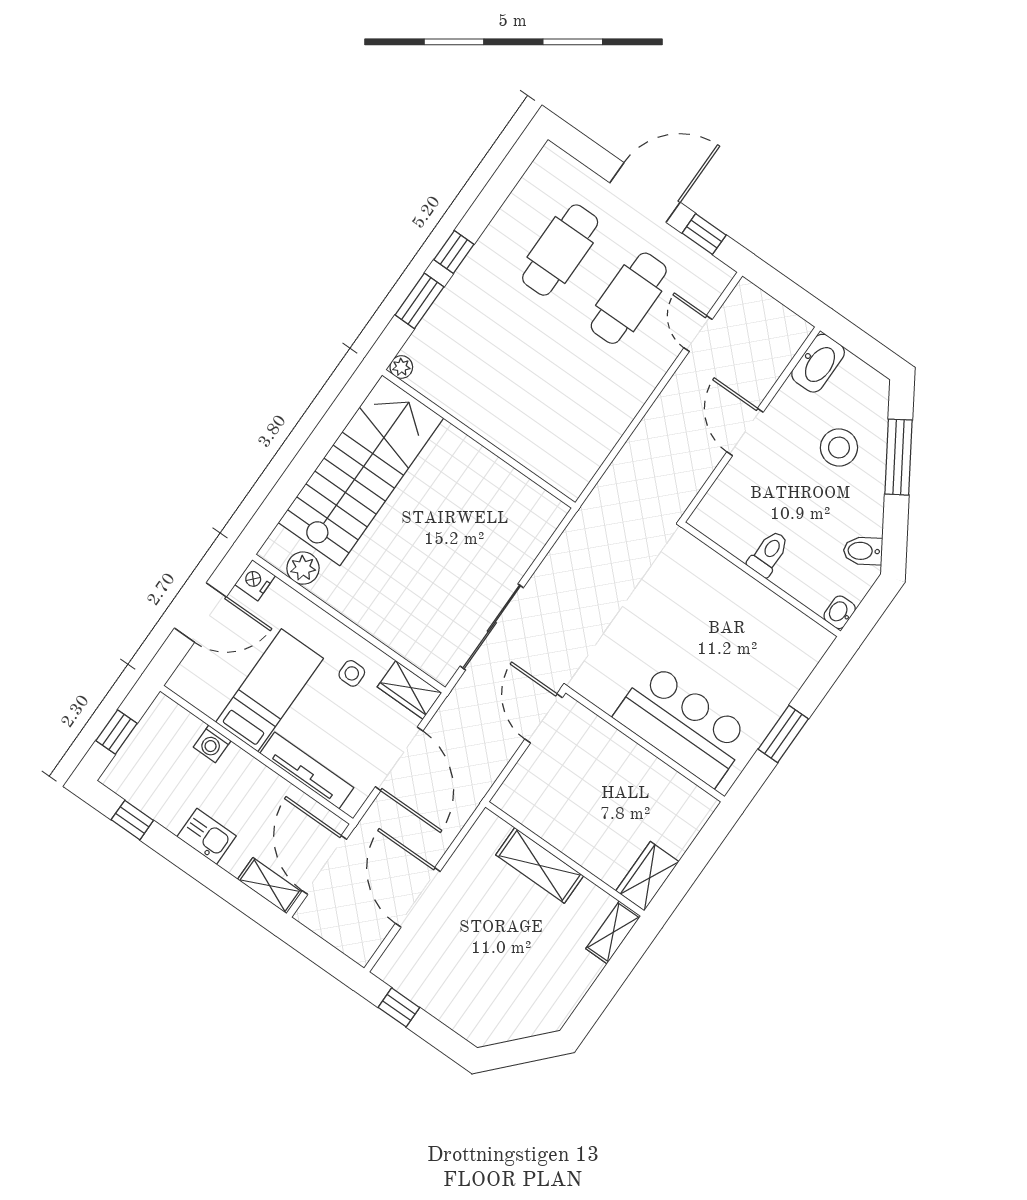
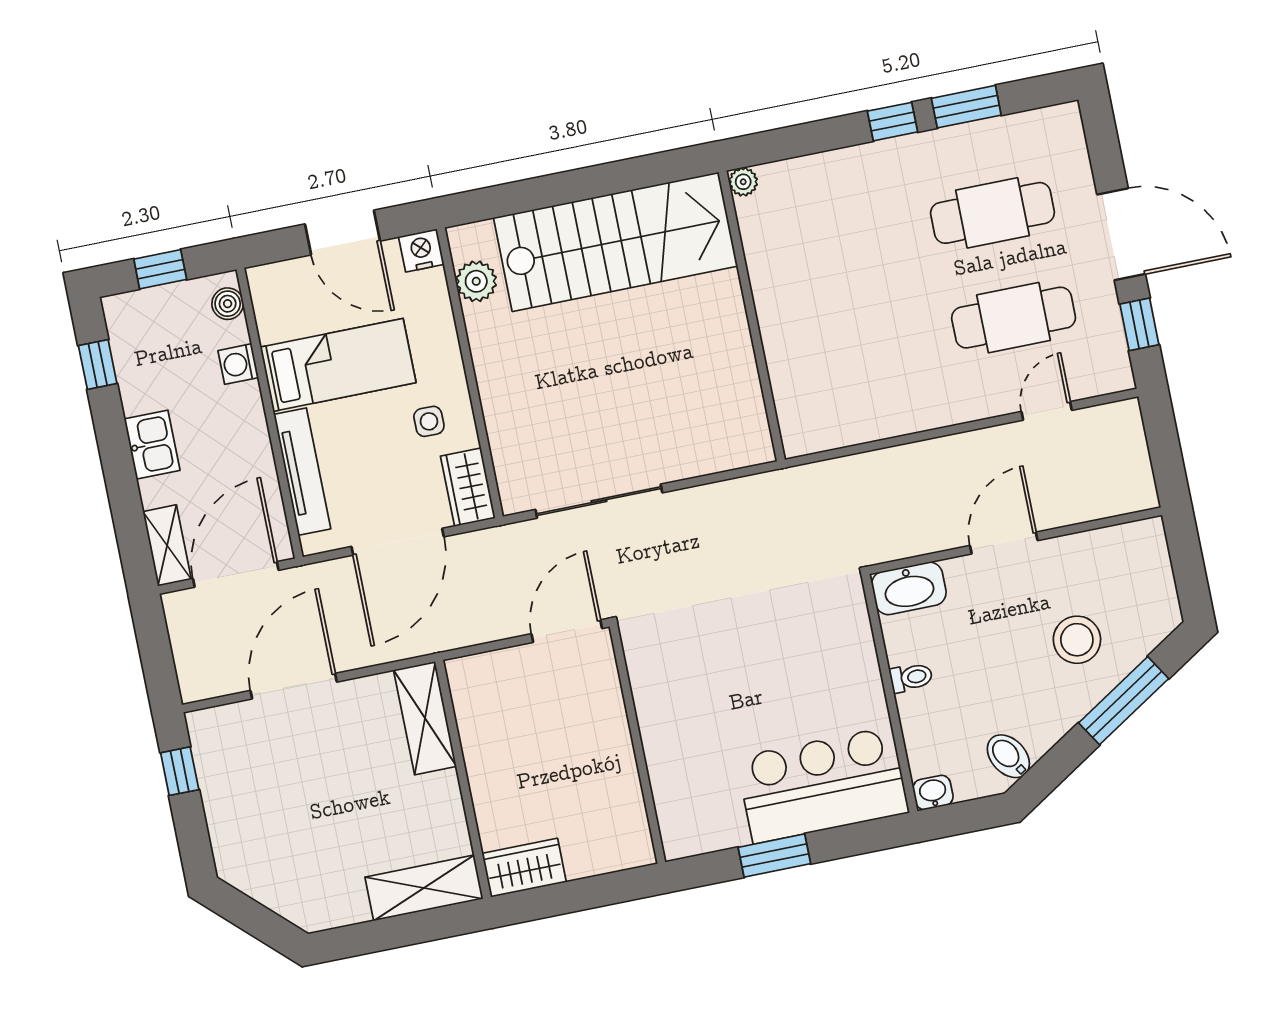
window: (419, 301) -> (966, 107), moved
washbasin: (818, 363) -> (909, 588), moved
toilet: (769, 554) -> (911, 678), width x0.73, depth x0.72
boiler: (173, 715) -> (228, 304), added
bar counter: (683, 725) -> (823, 785), moved, turned -90
shelving: (540, 865) -> (425, 718), moved
shelving: (613, 932) -> (424, 888), width x1.50, depth x1.33

